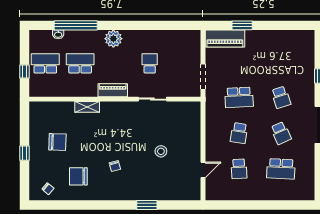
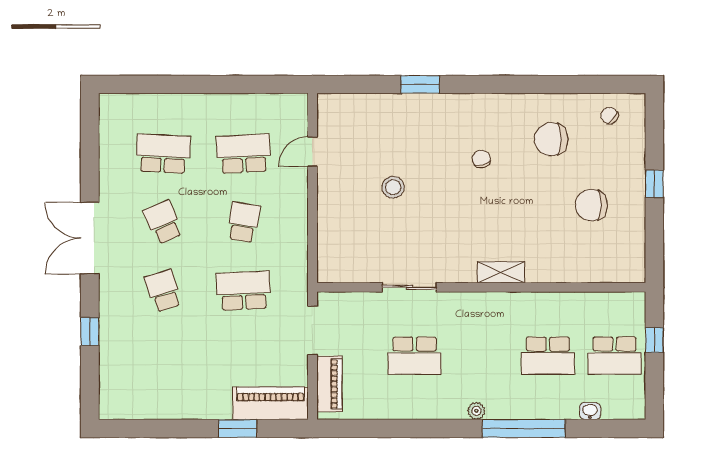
window: (76, 25) -> (524, 428), moved
plant: (113, 39) -> (476, 411), width x0.53, depth x0.53
school desk: (150, 63) -> (415, 356), width x1.85
piano: (113, 90) -> (329, 384), moved, turned -90
shelving: (87, 107) -> (501, 272), moved
school desk: (239, 169) -> (244, 154), width x1.85
chair: (78, 176) -> (551, 139), turned 180

